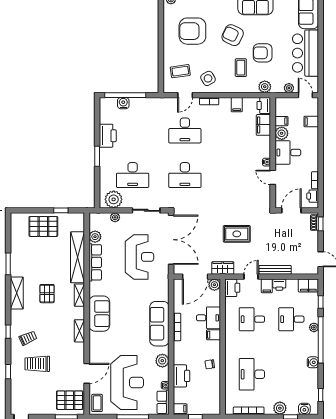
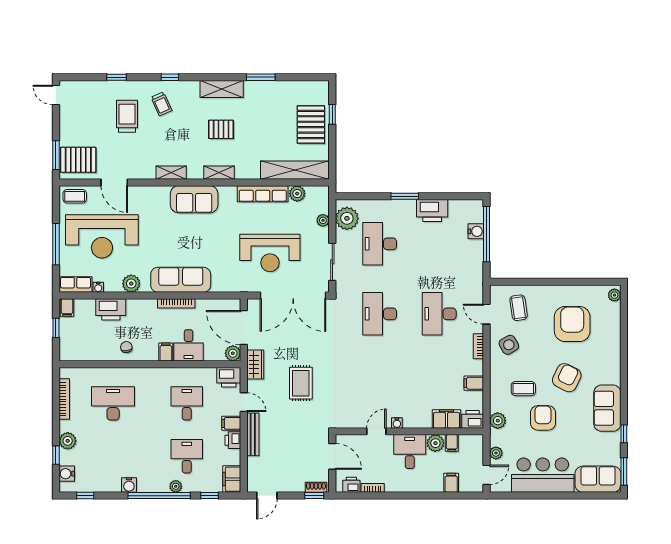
window: (61, 210) -> (332, 114), moved
shelving: (78, 257) -> (295, 170), moved
pallet: (70, 400) -> (78, 160), turned 90

